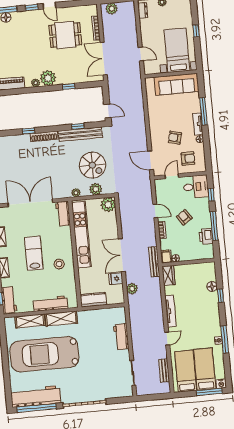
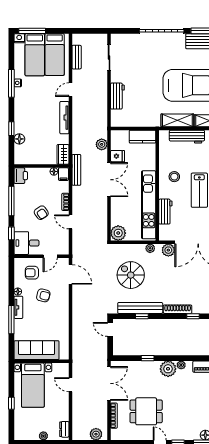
plant: (96, 189) -> (168, 250), moved
workbench: (63, 214) -> (165, 212), moved
printer: (206, 236) -> (21, 176), moved

